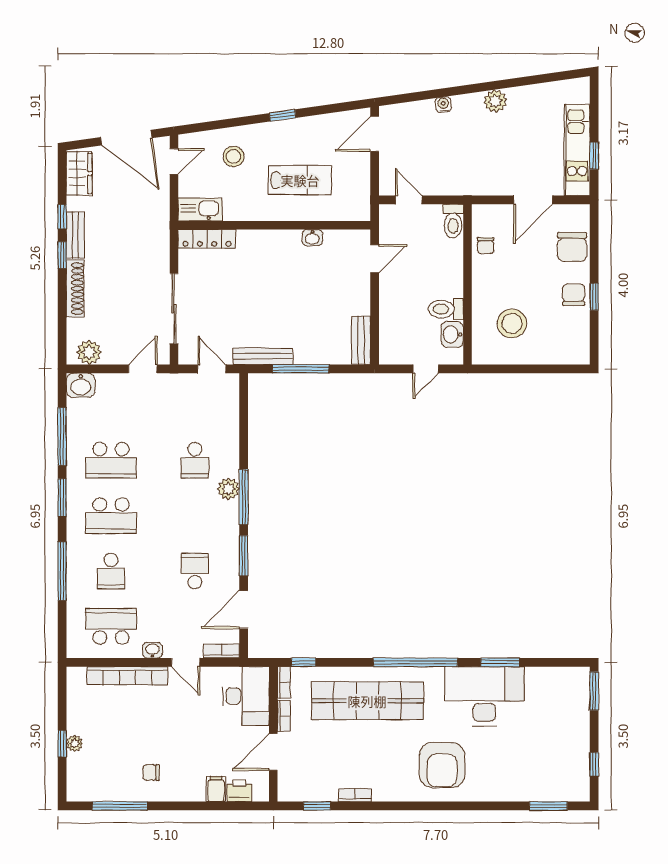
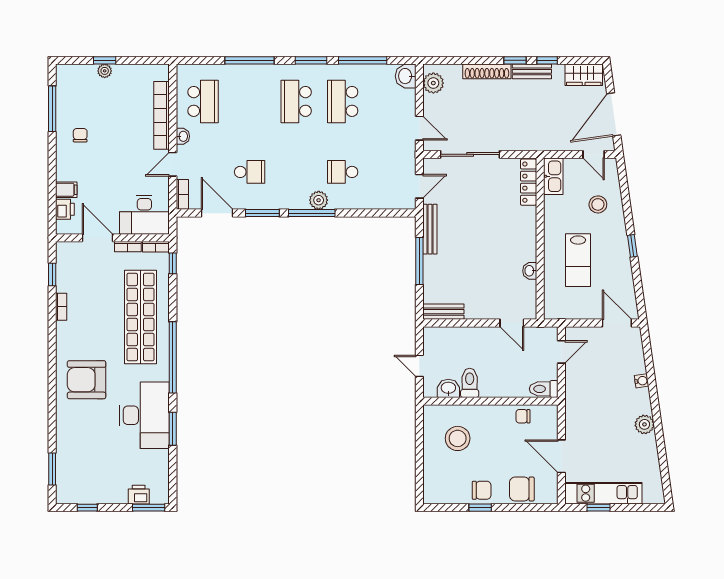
school desk: (111, 571) -> (250, 101), removed
printer: (579, 703) -> (139, 495), added

